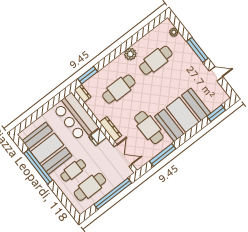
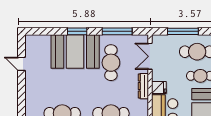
window: (197, 50) -> (21, 95), removed
window: (216, 113) -> (77, 31), moved
window: (113, 194) -> (183, 31), width x0.68

